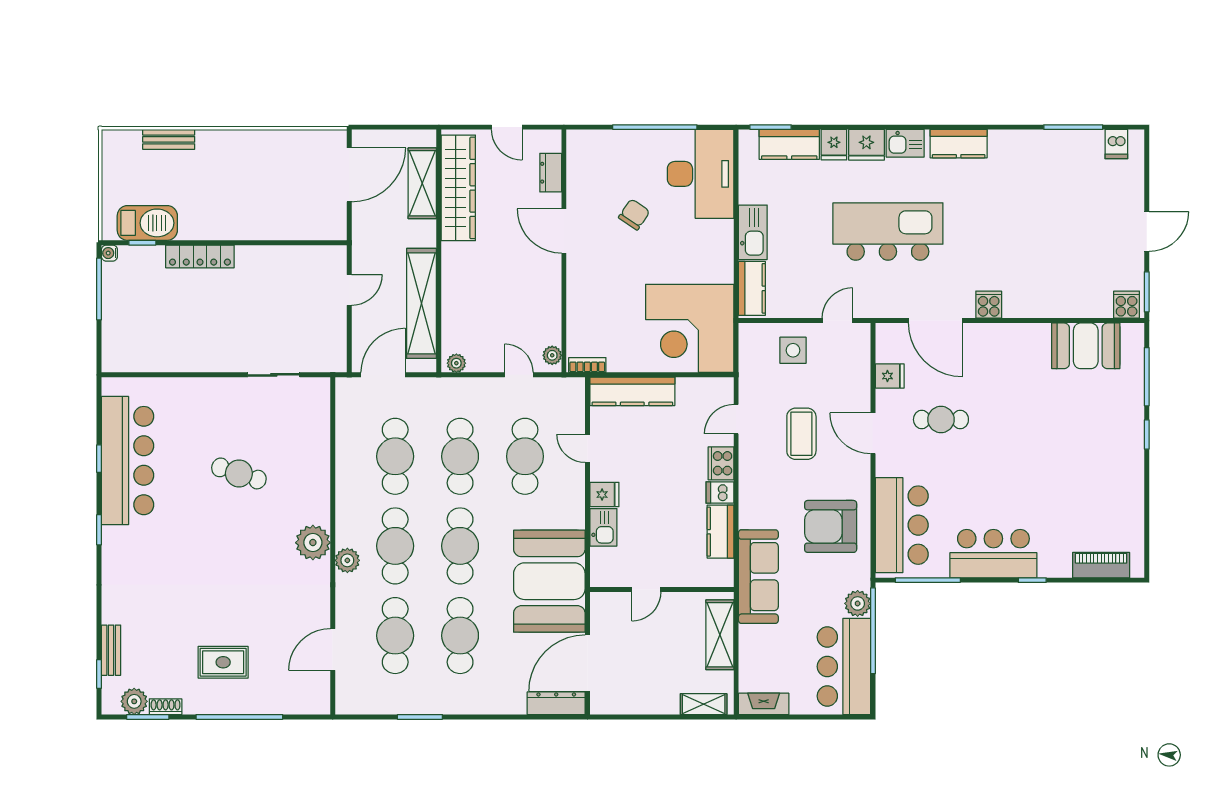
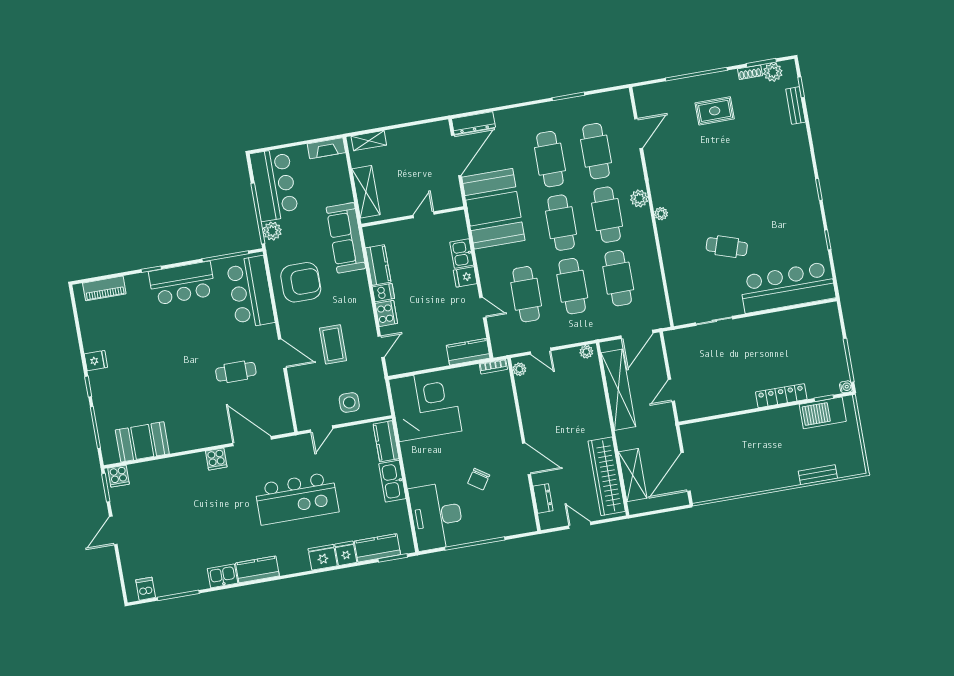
kitchen sink: (905, 143) -> (223, 576), moved
fridge: (890, 376) -> (96, 361), moved, turned 180
kitchen counter: (632, 391) -> (468, 352), width x0.67
bar counter: (128, 461) -> (787, 287), moved, turned 90
plant: (313, 543) -> (661, 214), width x0.53, depth x0.53

